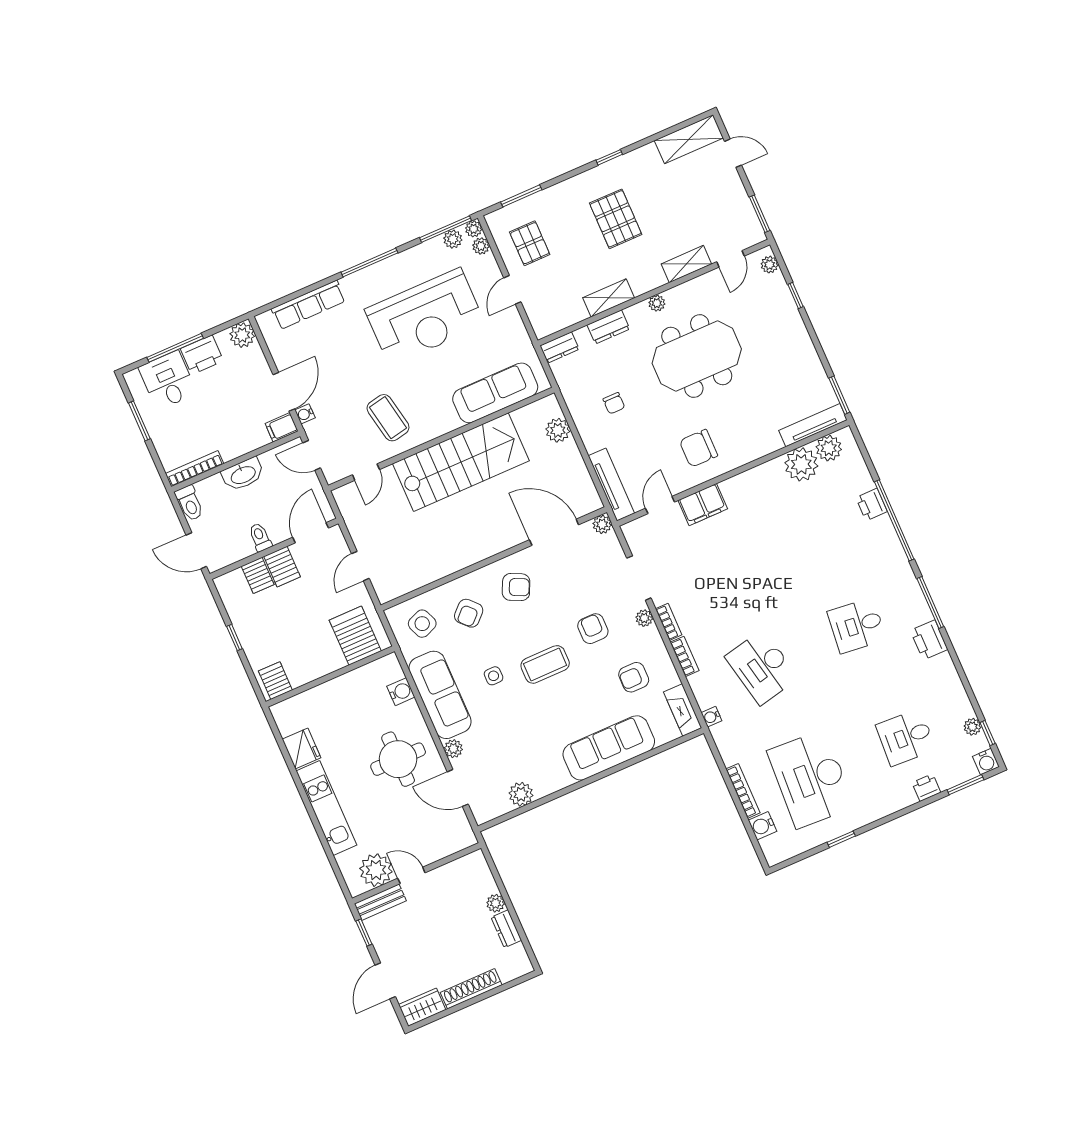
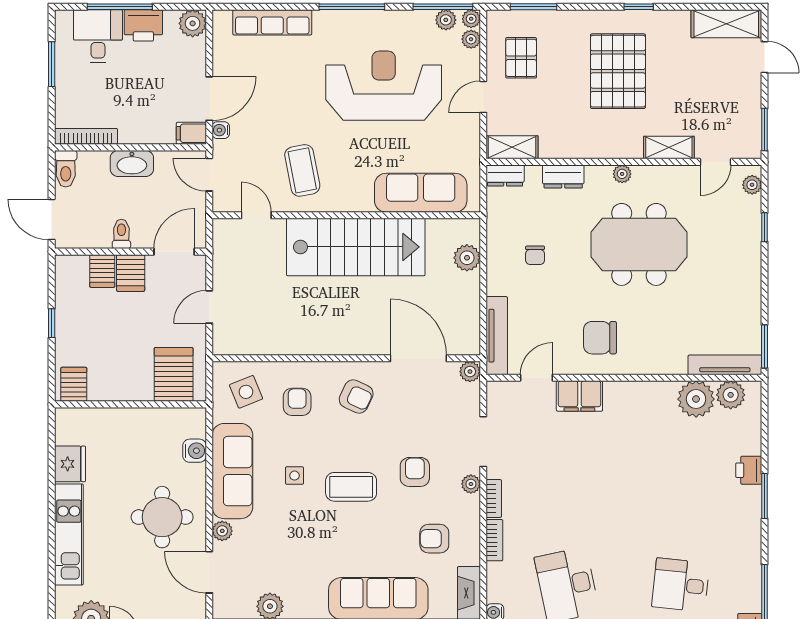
pallet: (616, 219) -> (618, 71), width x1.37, depth x1.41
shelving: (609, 298) -> (512, 147), moved
reception desk: (425, 317) -> (384, 86), turned 180
door: (366, 472) -> (256, 215), swing flipped
window: (894, 520) -> (764, 496), width x0.47
armchair: (469, 613) -> (297, 402), turned 134

